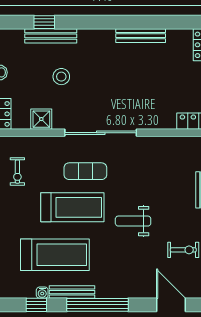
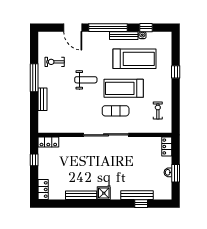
stool: (61, 77) -> (131, 170), removed
shower: (41, 119) -> (104, 193), moved
treadmill: (55, 255) -> (135, 59), turned 180
door: (171, 305) -> (73, 28), moved

